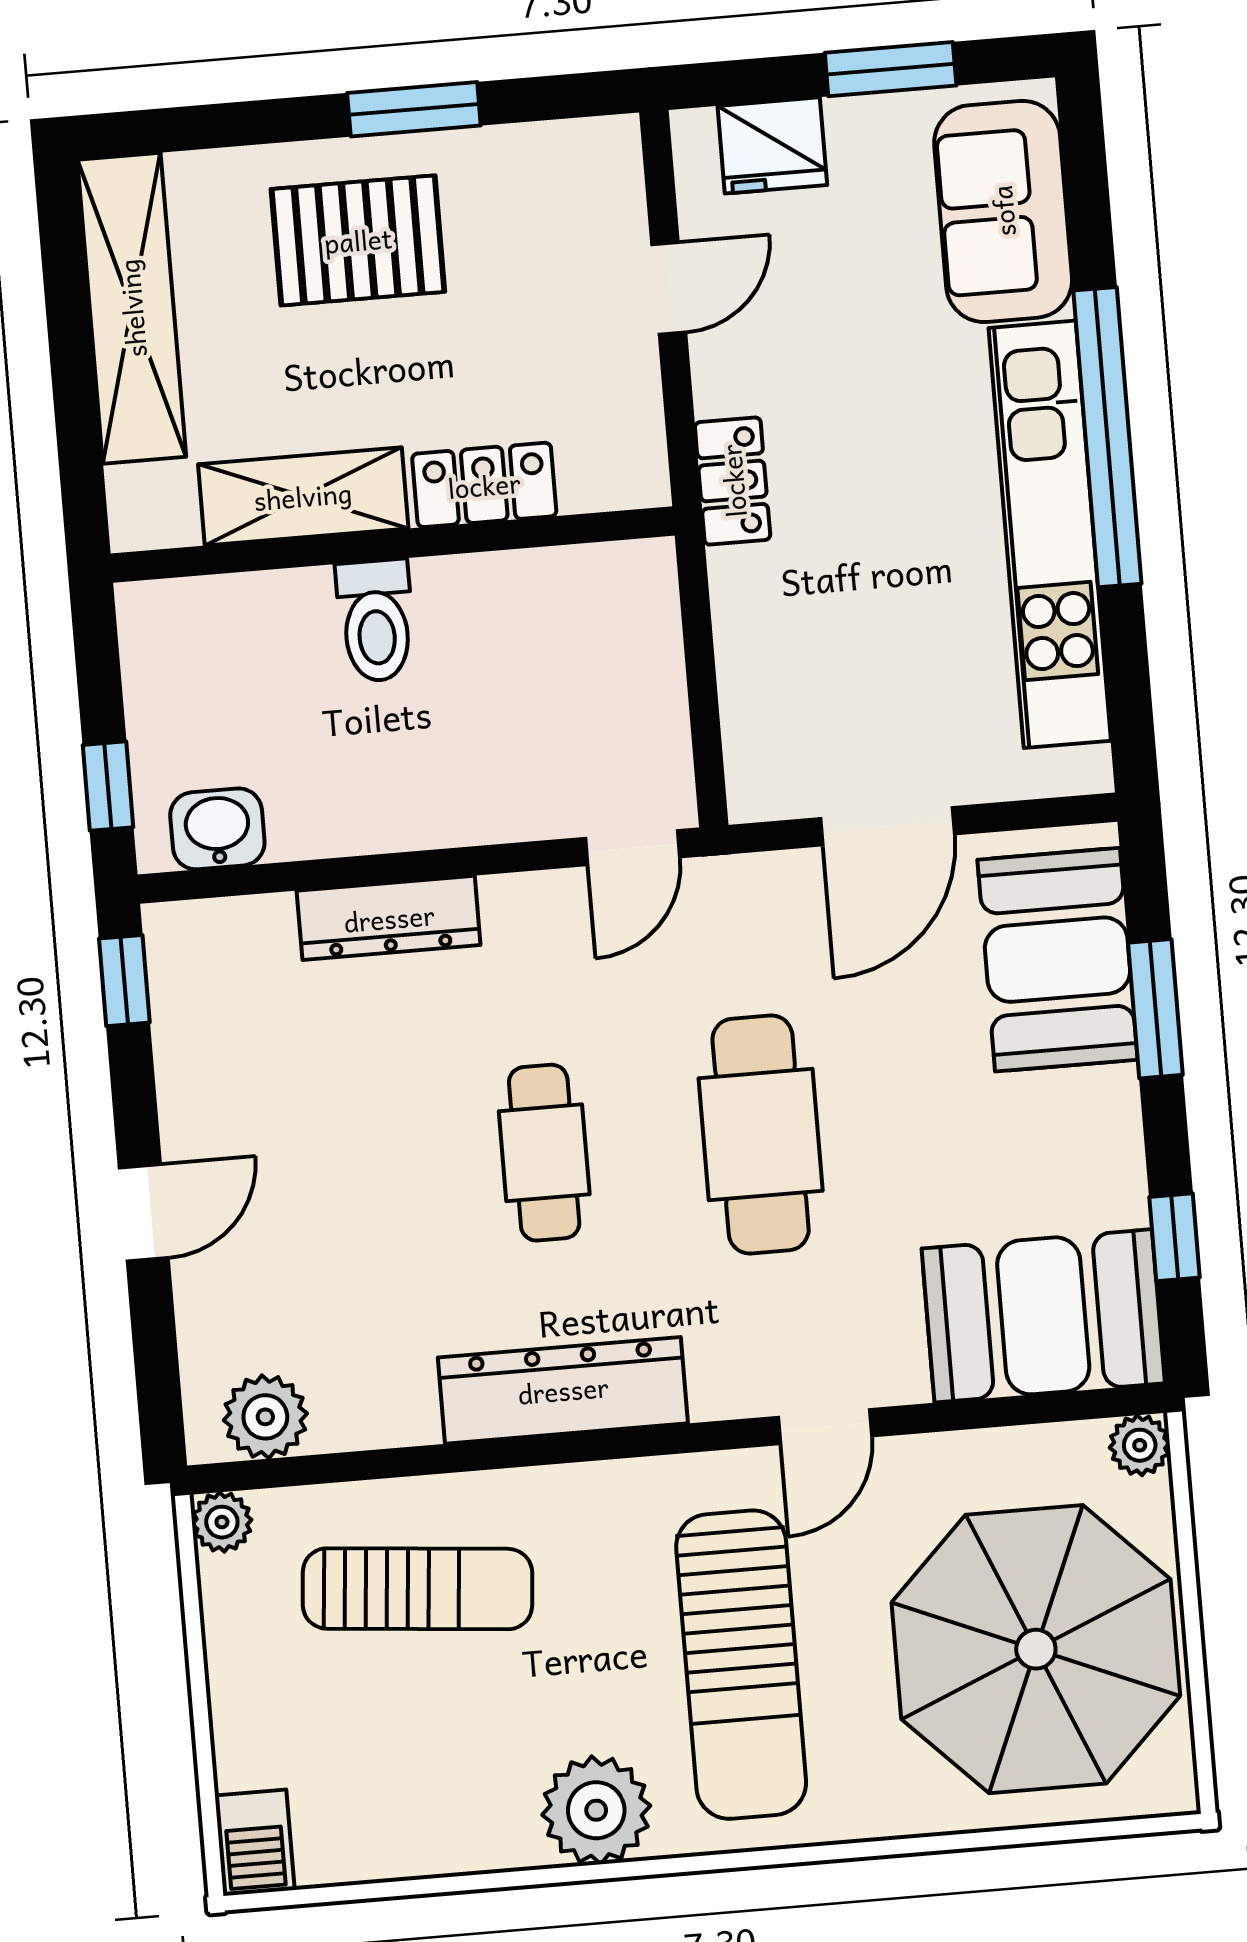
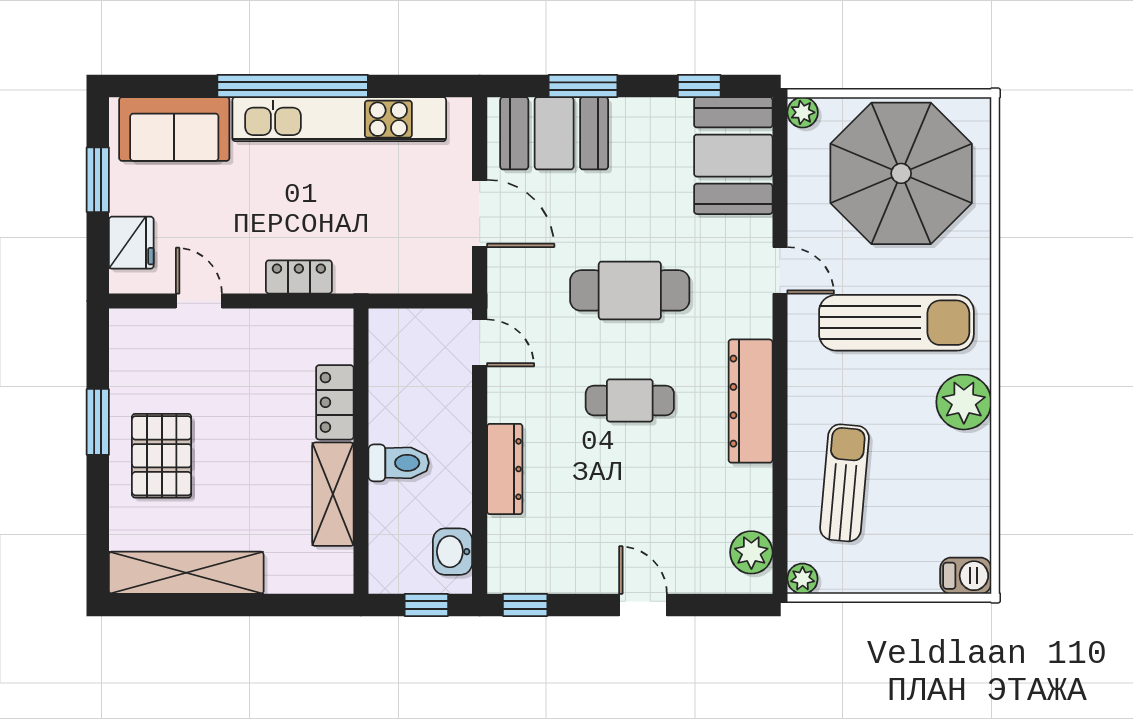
locker: (484, 485) -> (335, 402), moved
shelving: (303, 496) -> (333, 494), moved
wall: (393, 545) -> (361, 451), moved
toilet: (376, 621) -> (399, 463), moved

